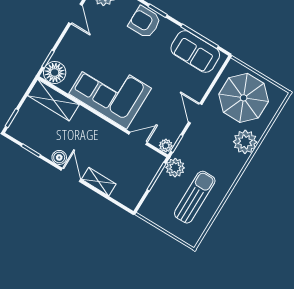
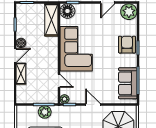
door: (195, 113) -> (93, 105), hinge flipped
plant: (175, 168) -> (45, 112), moved

